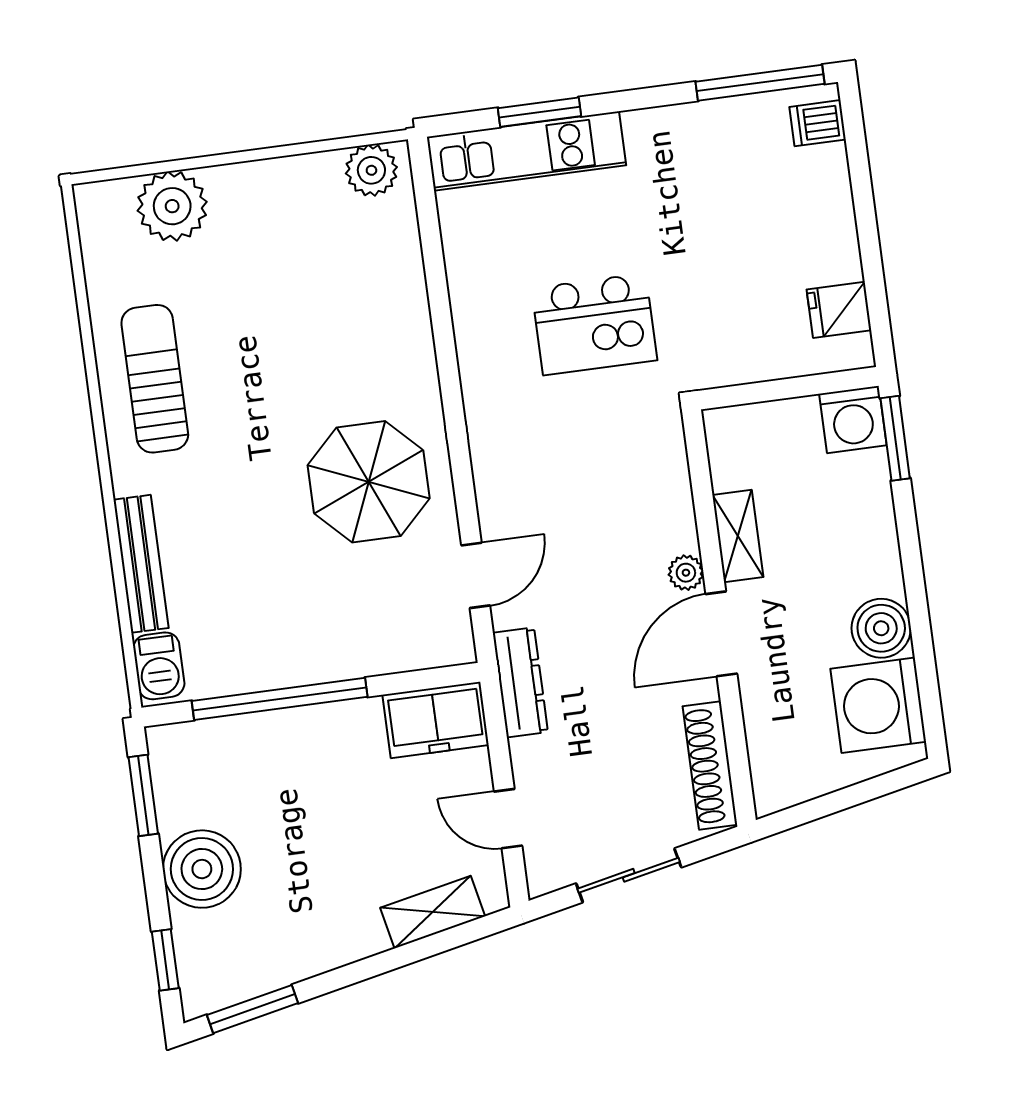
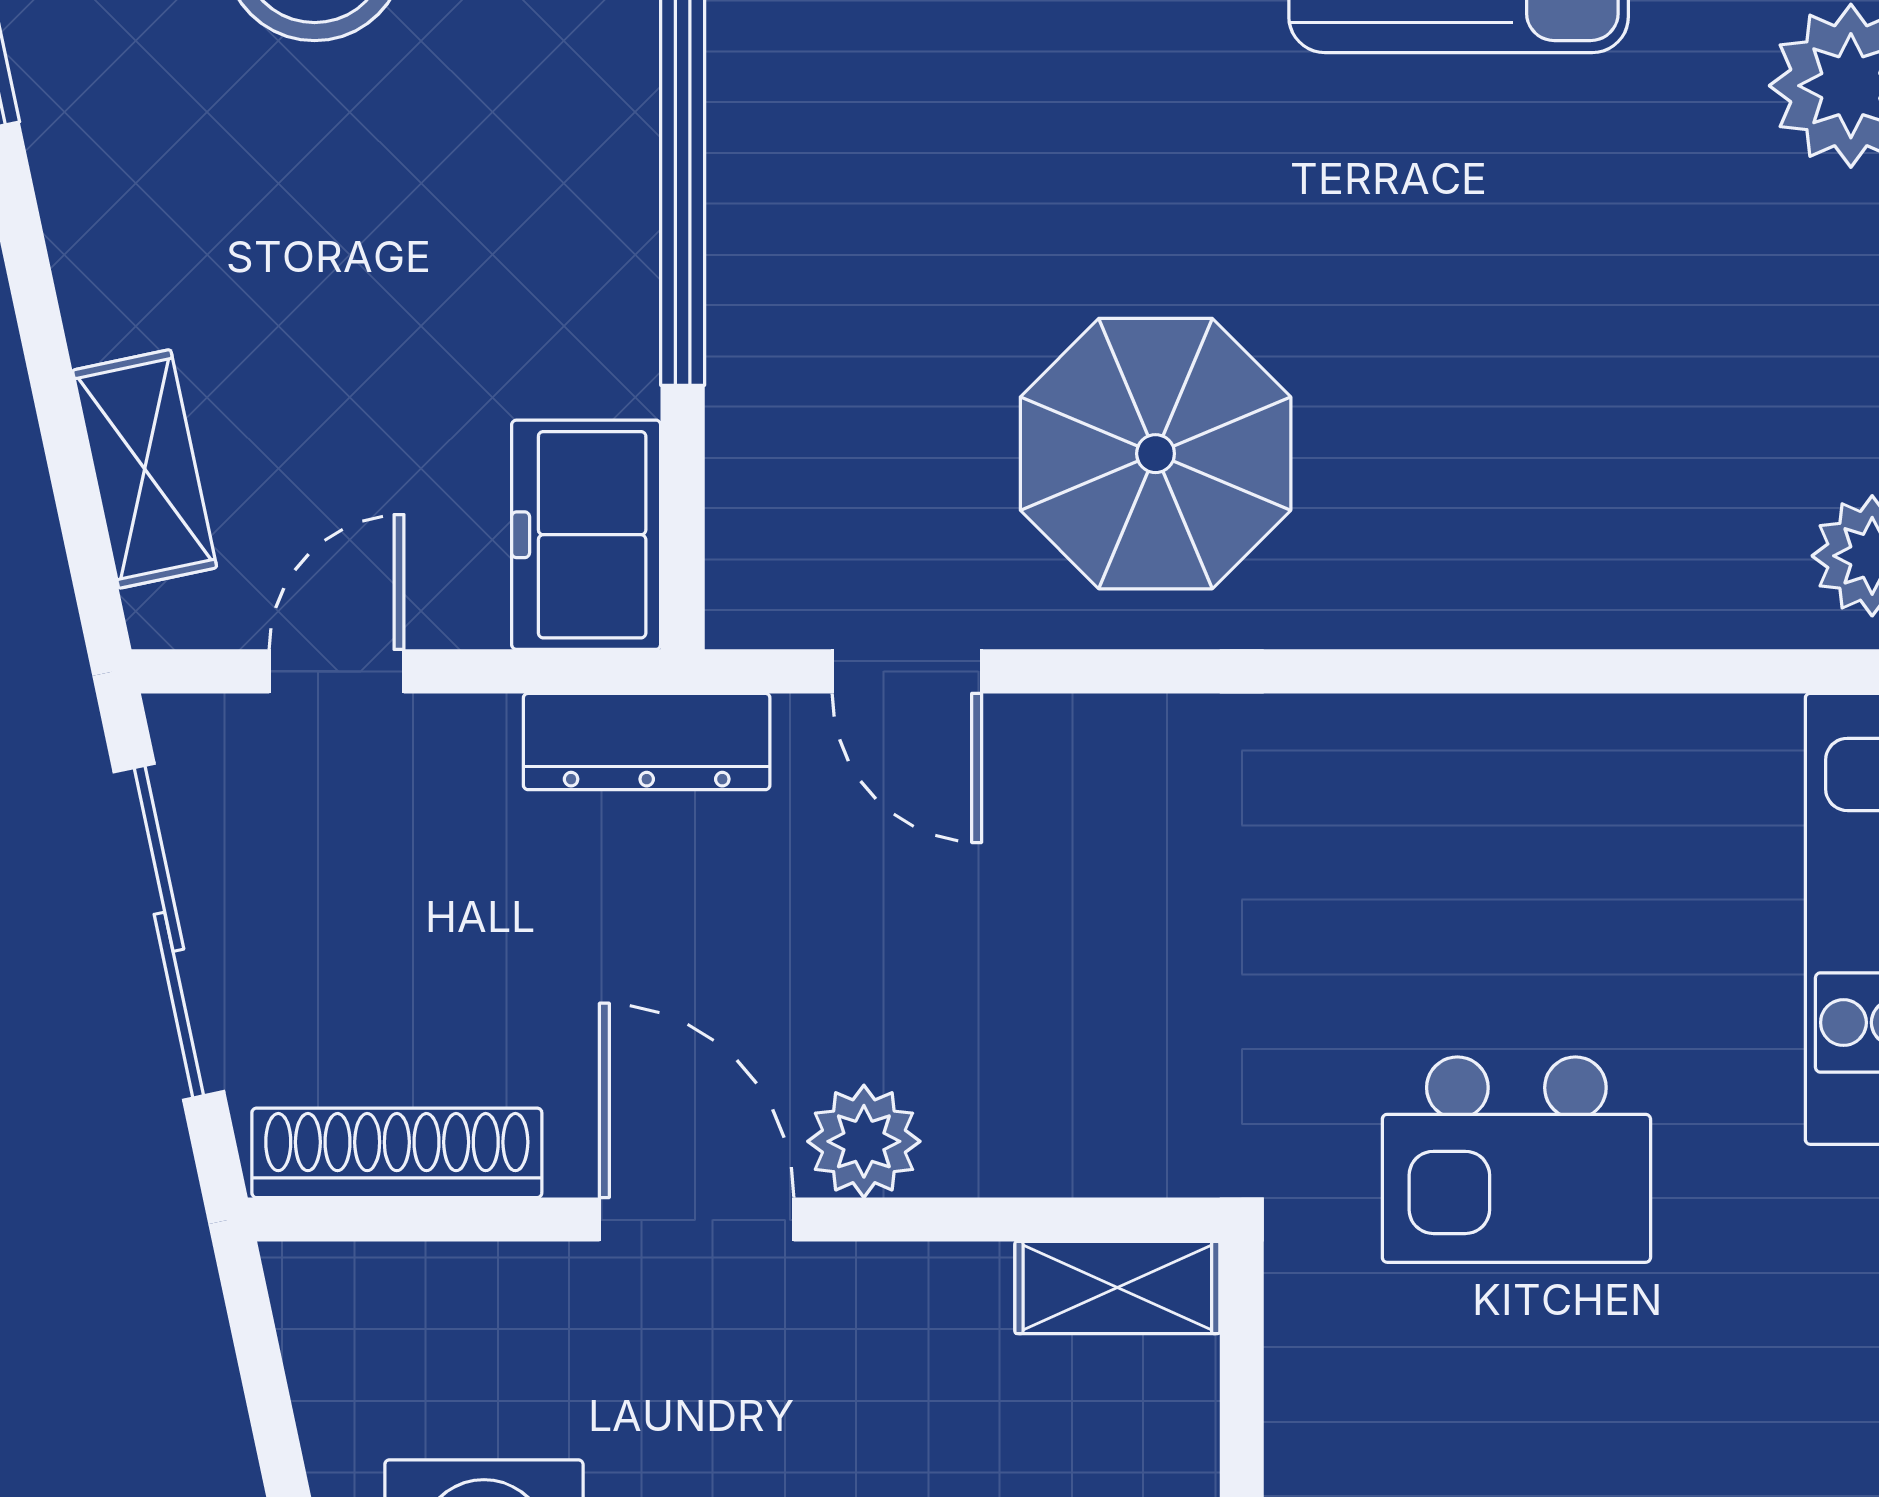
kitchen island: (594, 324) -> (1516, 1160), moved, turned -90
shelving: (738, 536) -> (1117, 1288), moved
plant: (686, 573) -> (864, 1141), width x1.38, depth x1.38
sliding door: (629, 875) -> (169, 932), width x1.37

